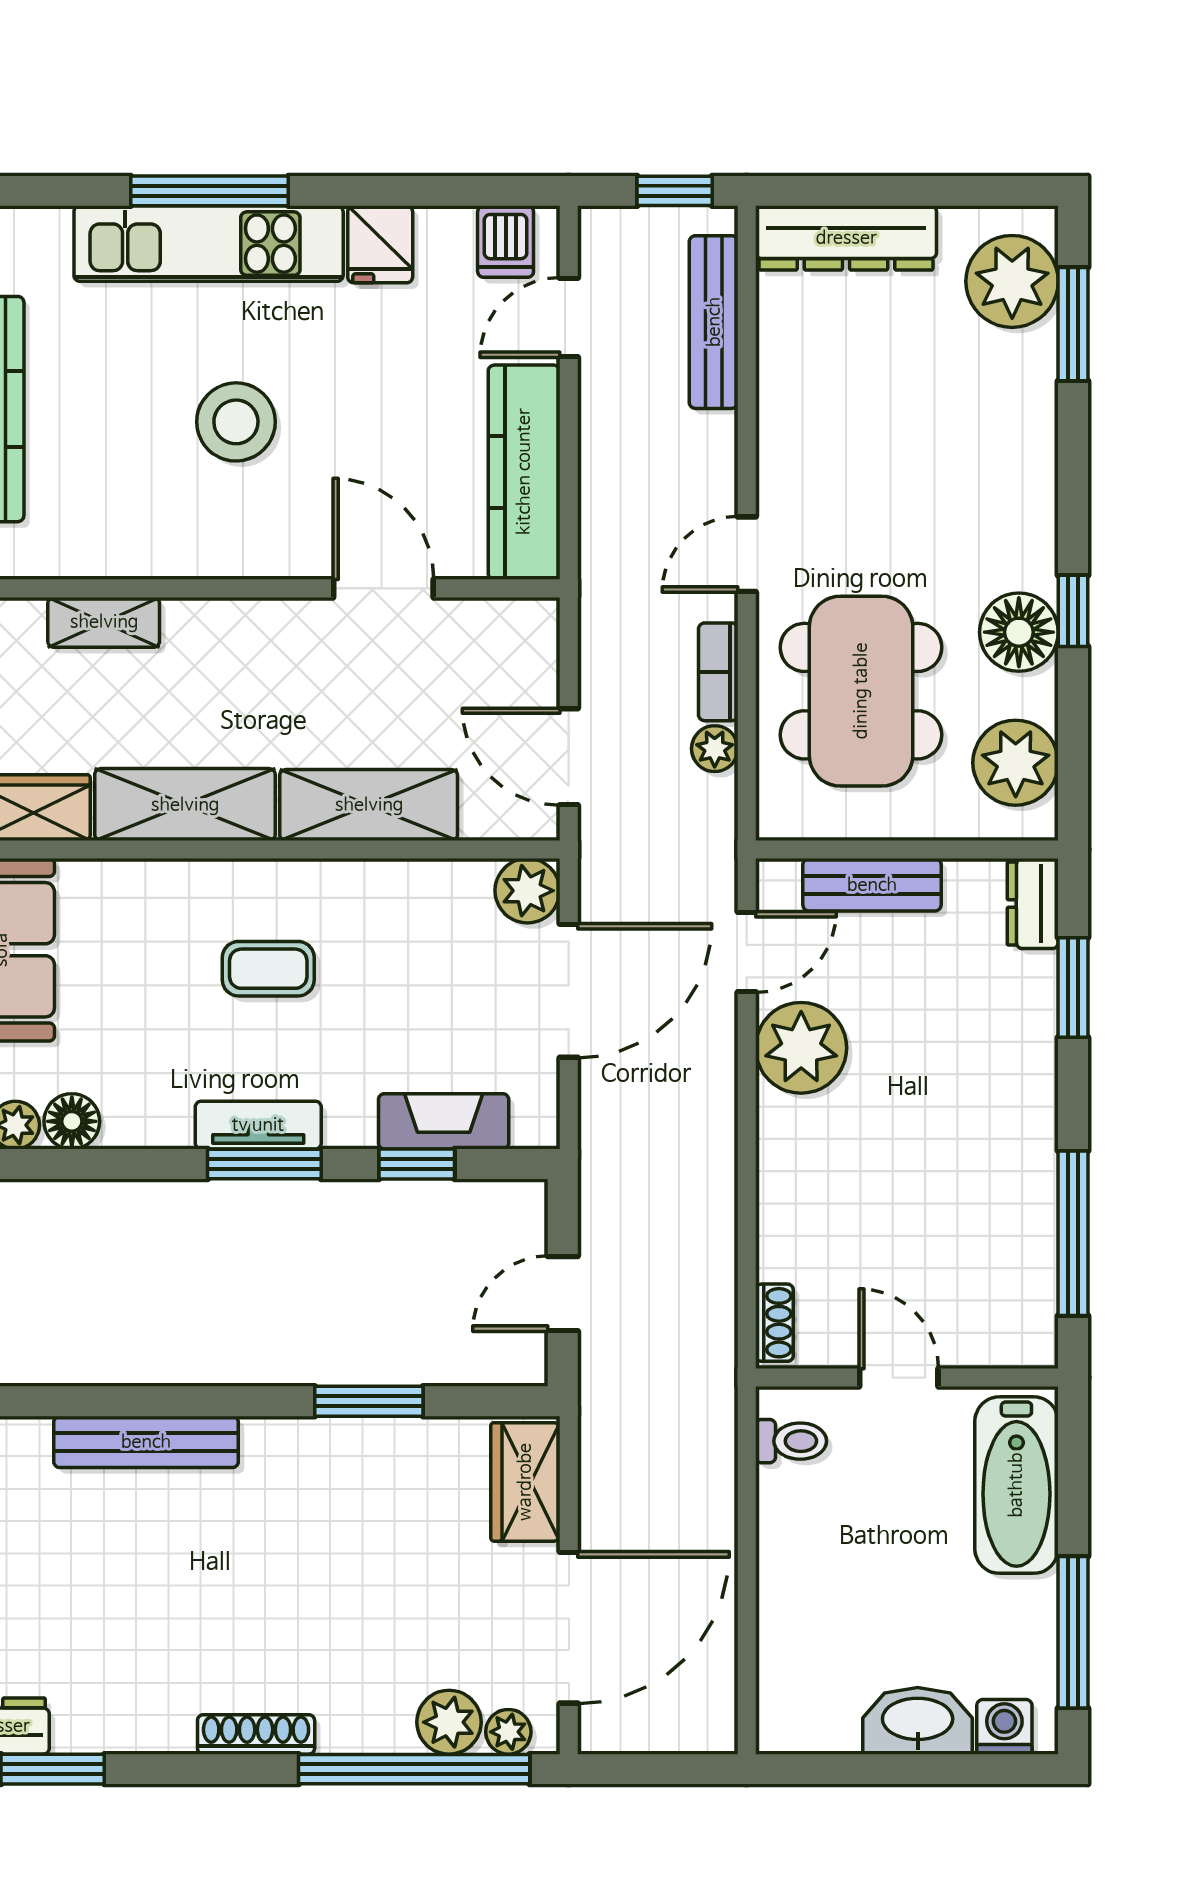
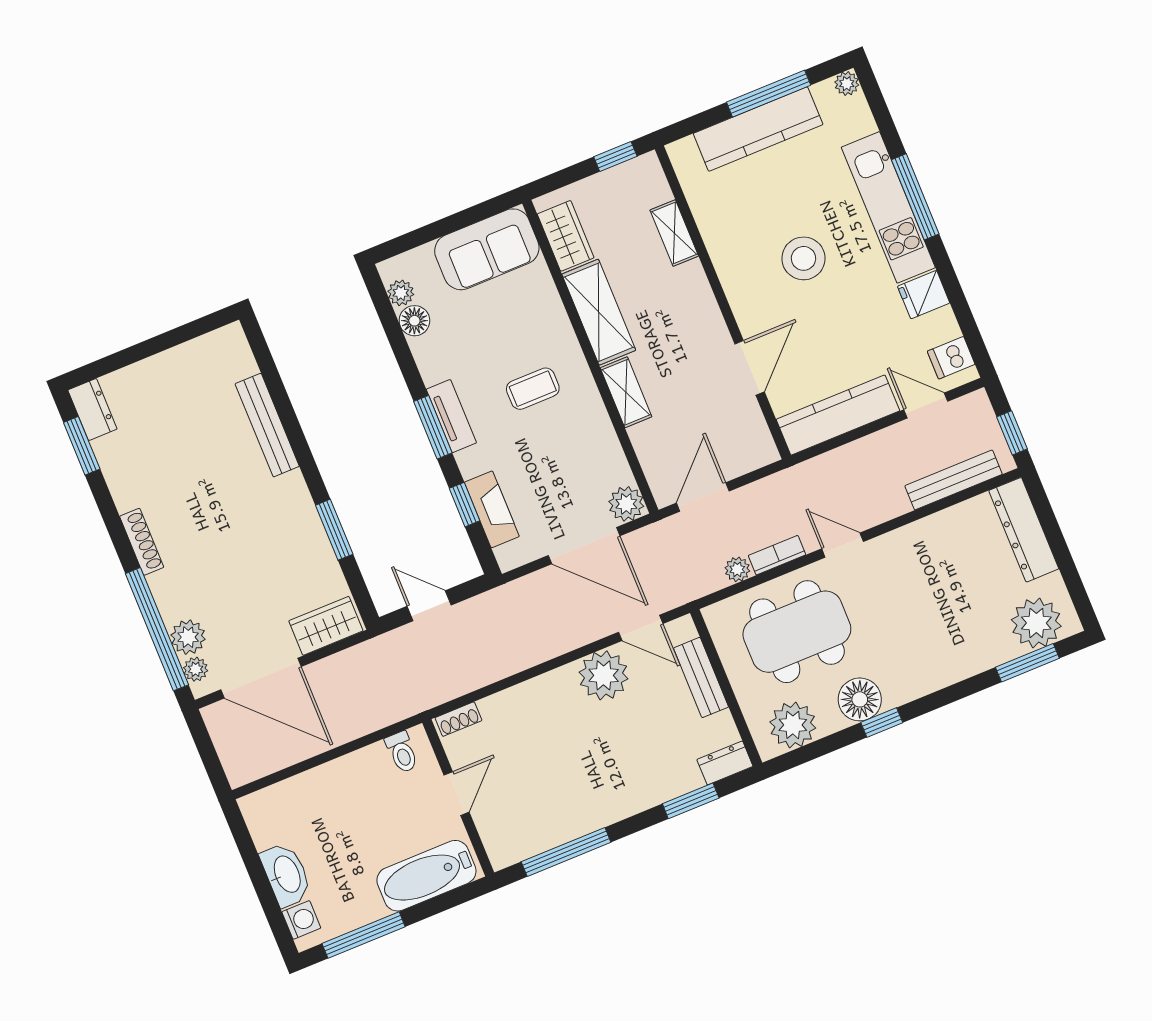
shelving: (369, 805) -> (626, 392), width x0.67, depth x0.75
coffee table: (268, 969) -> (533, 389), turned 90

